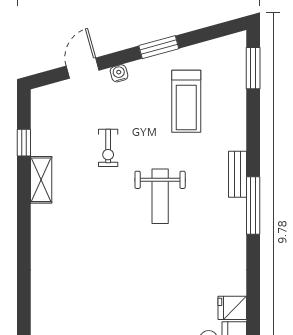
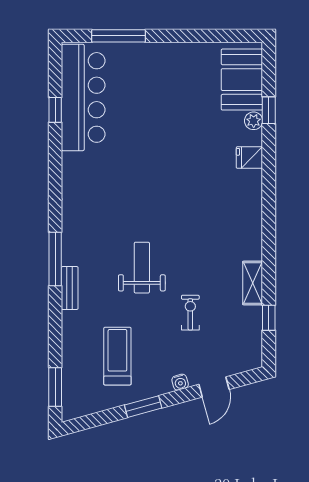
fridge: (232, 308) -> (249, 158), moved, turned 180

